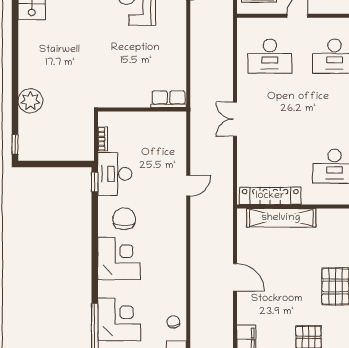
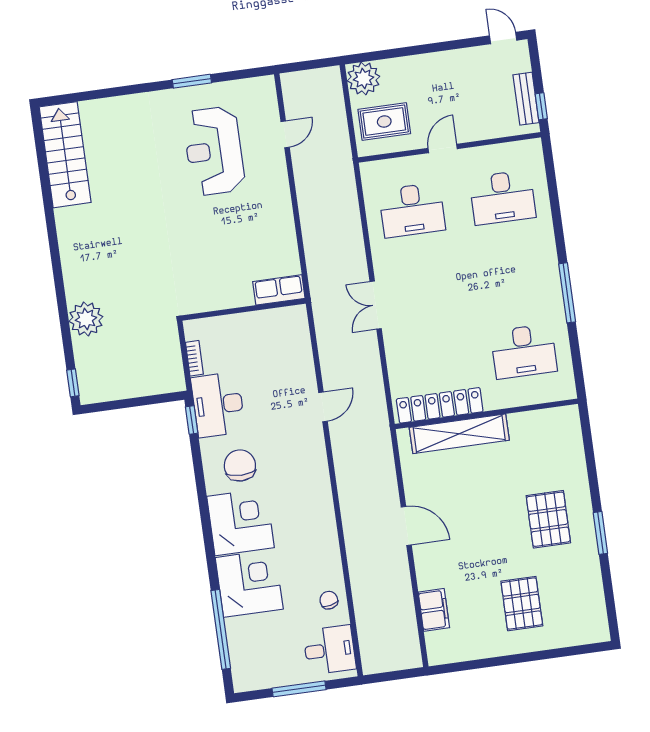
corner desk: (119, 320) -> (249, 583), moved

